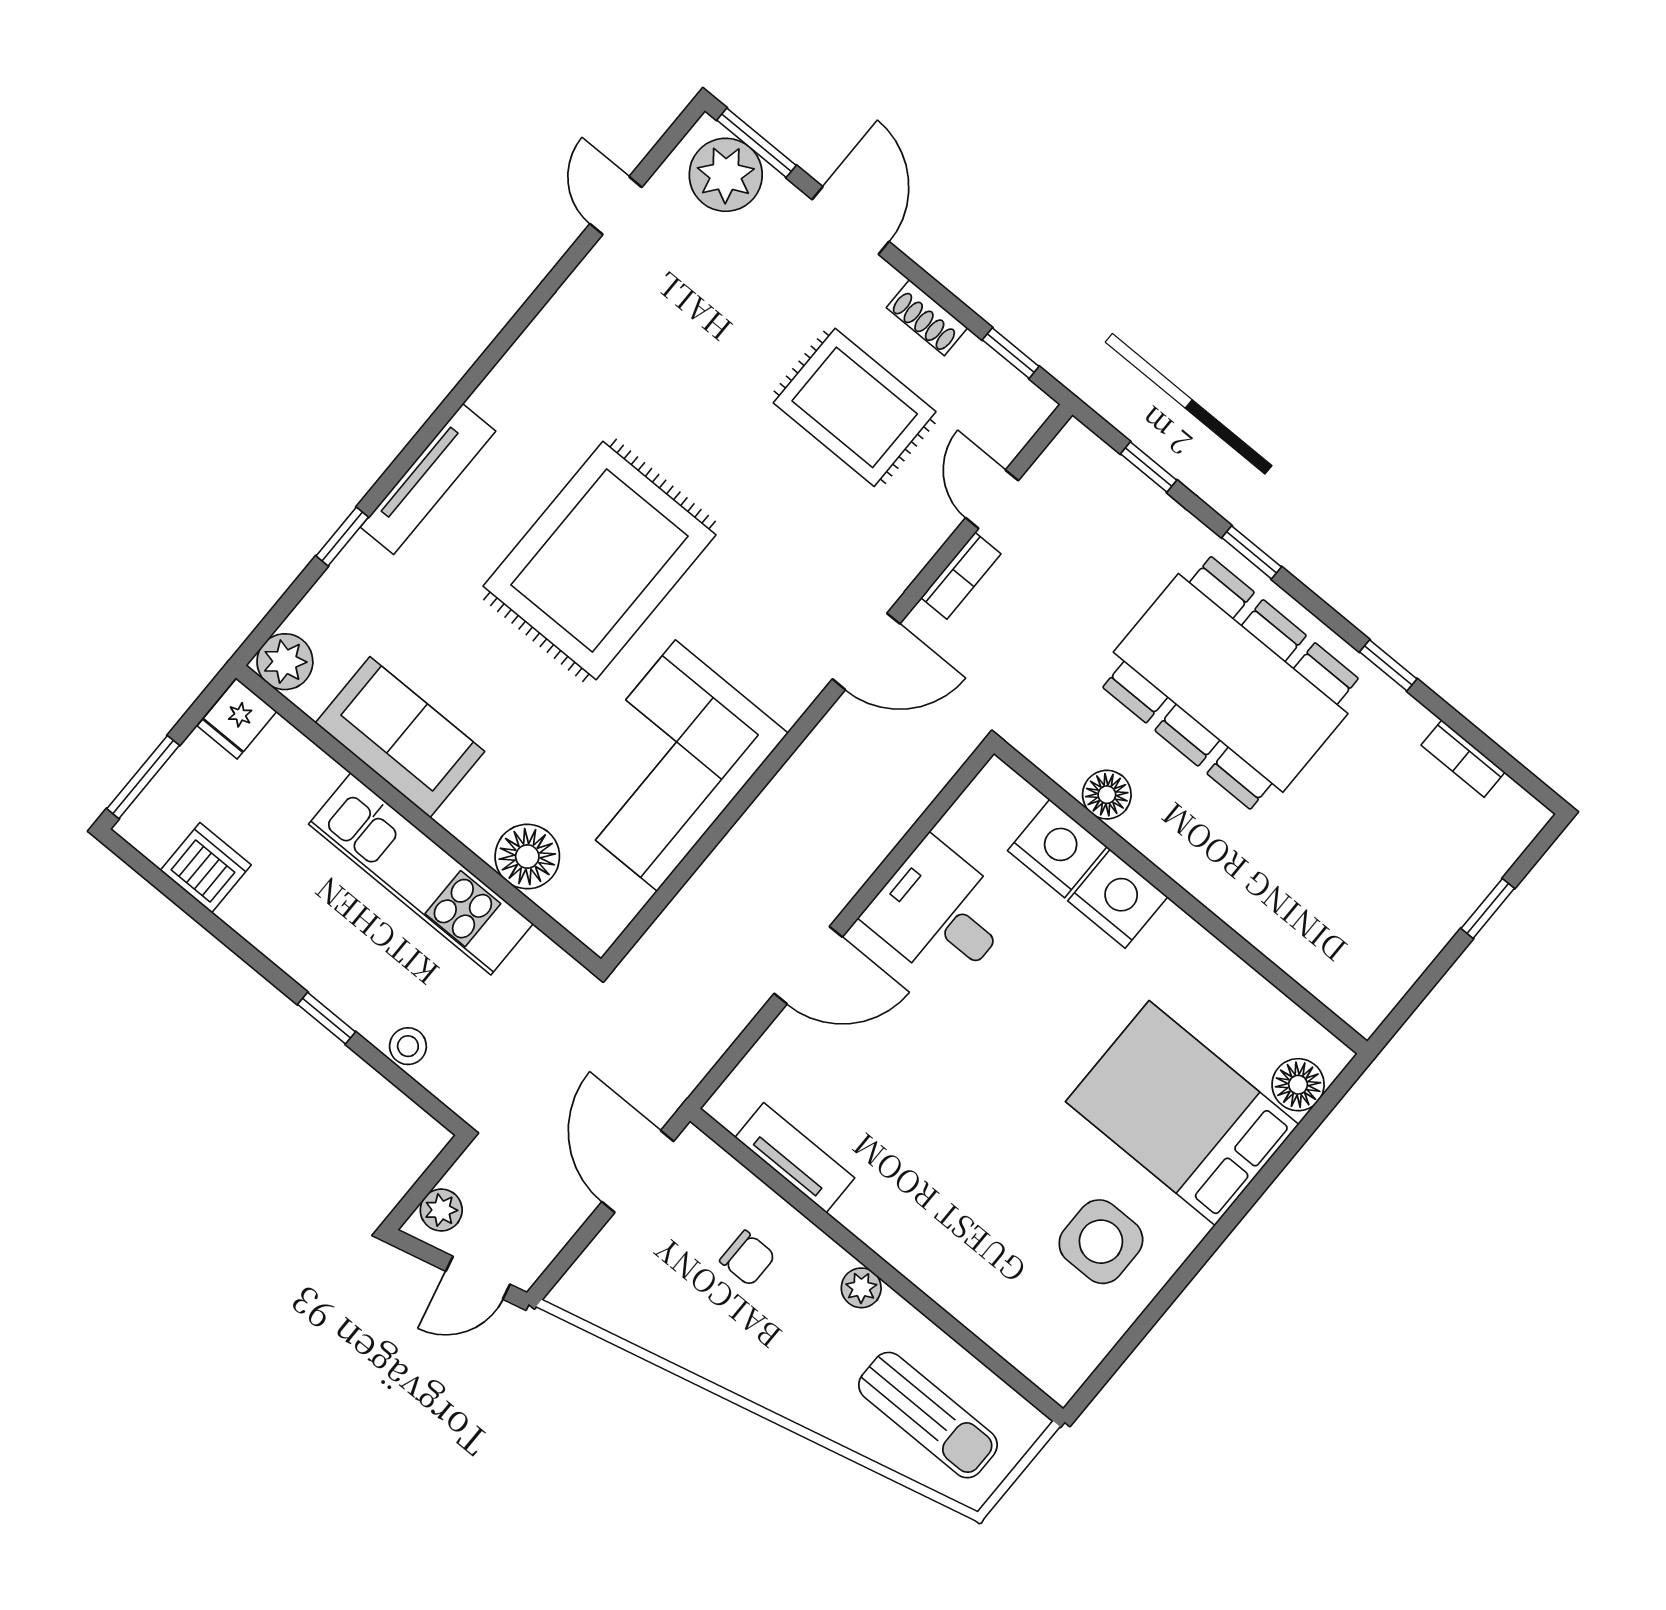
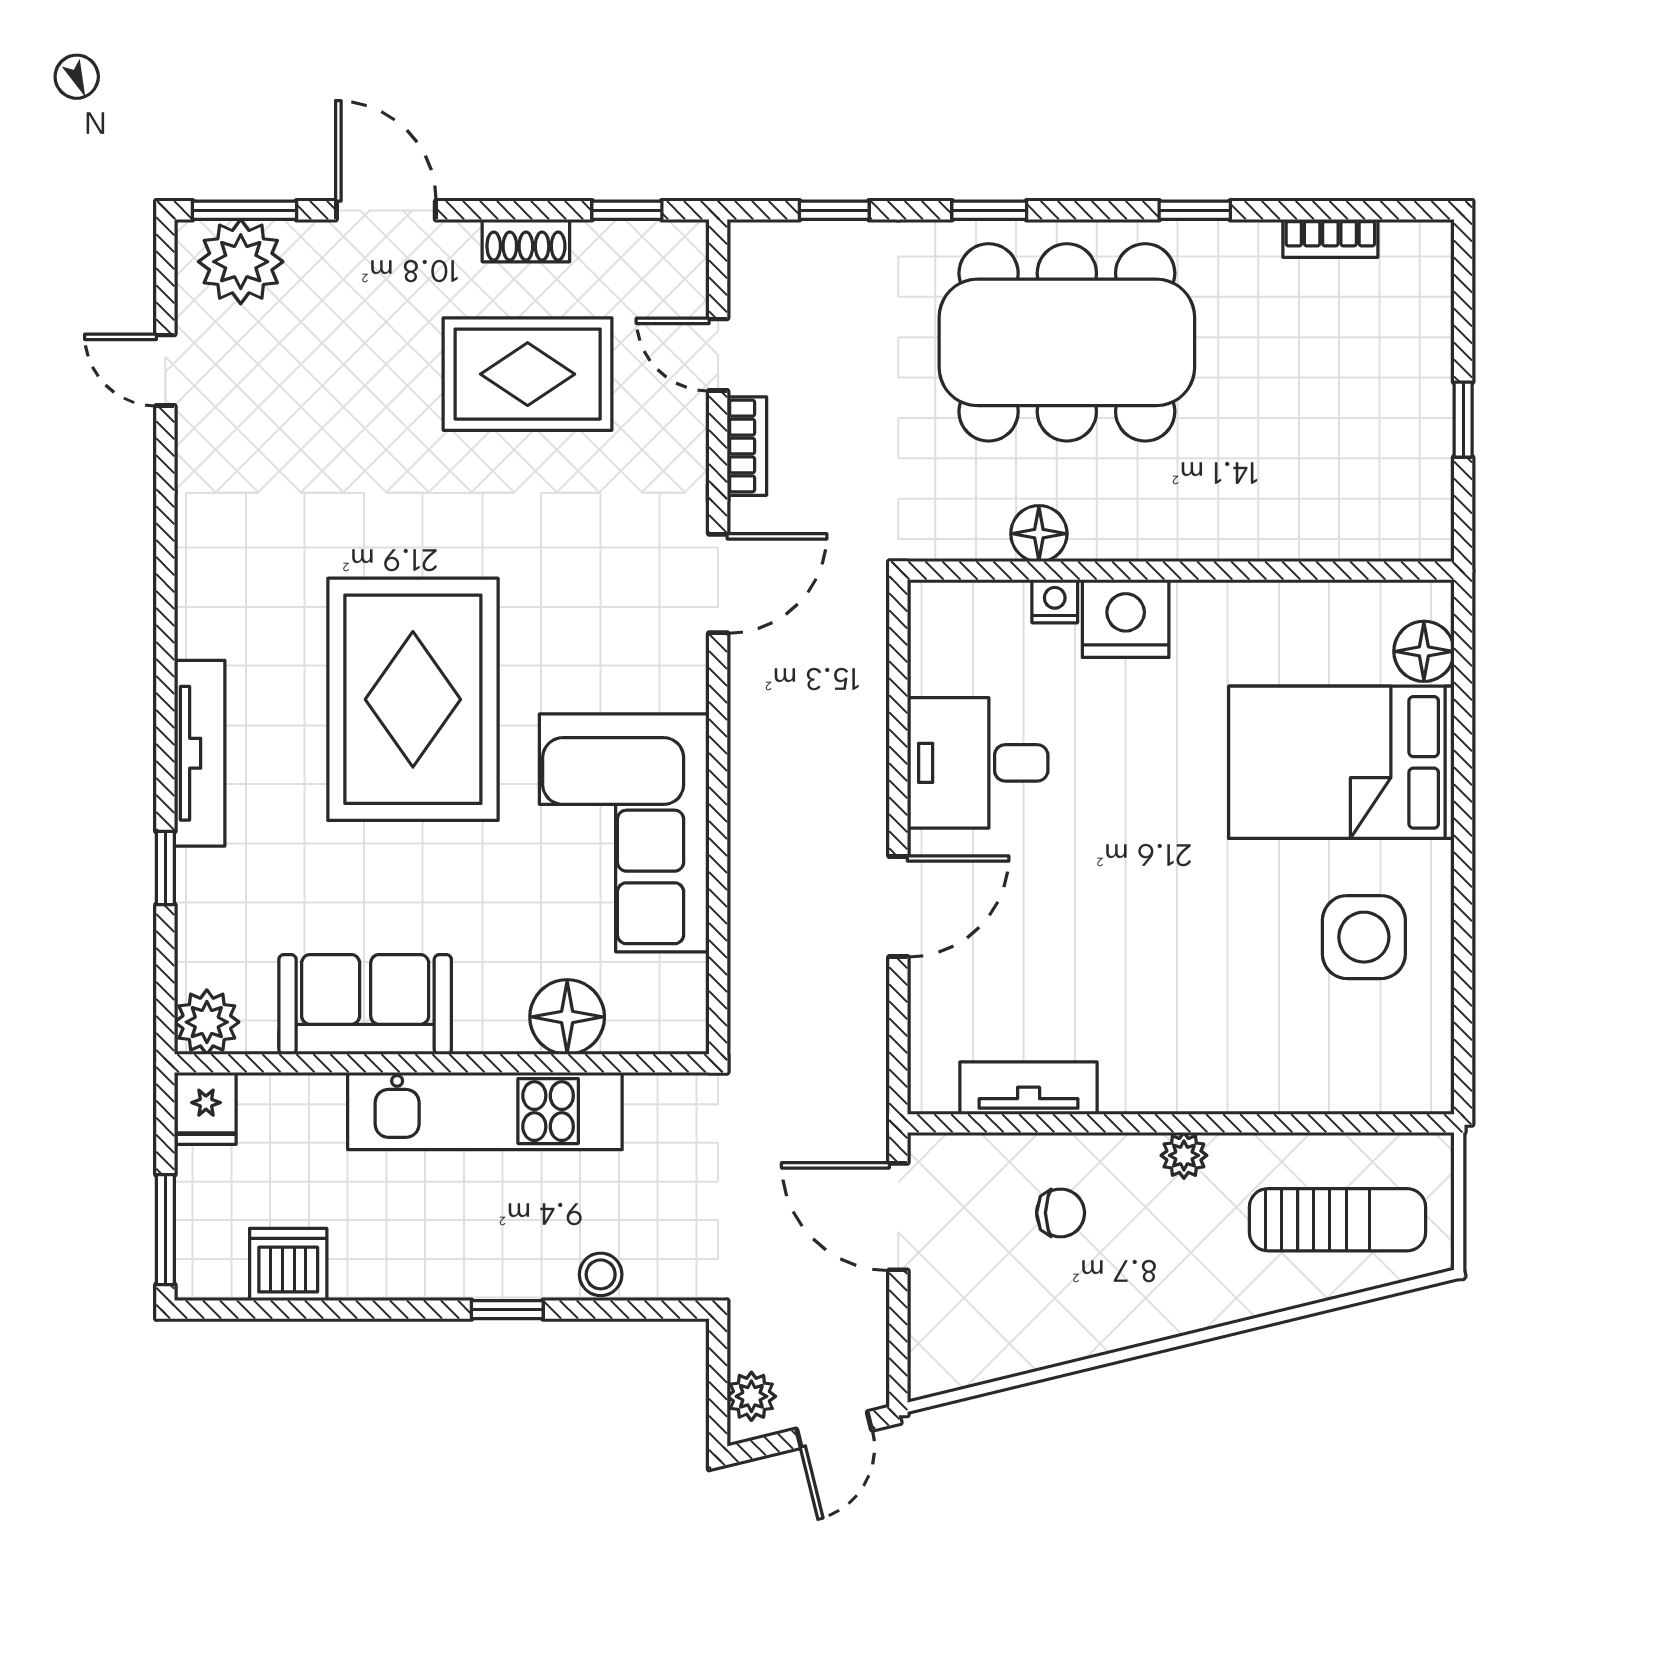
nightstand: (1057, 849) -> (1055, 601), width x0.53, depth x0.56
window: (1488, 908) -> (1463, 420), moved

